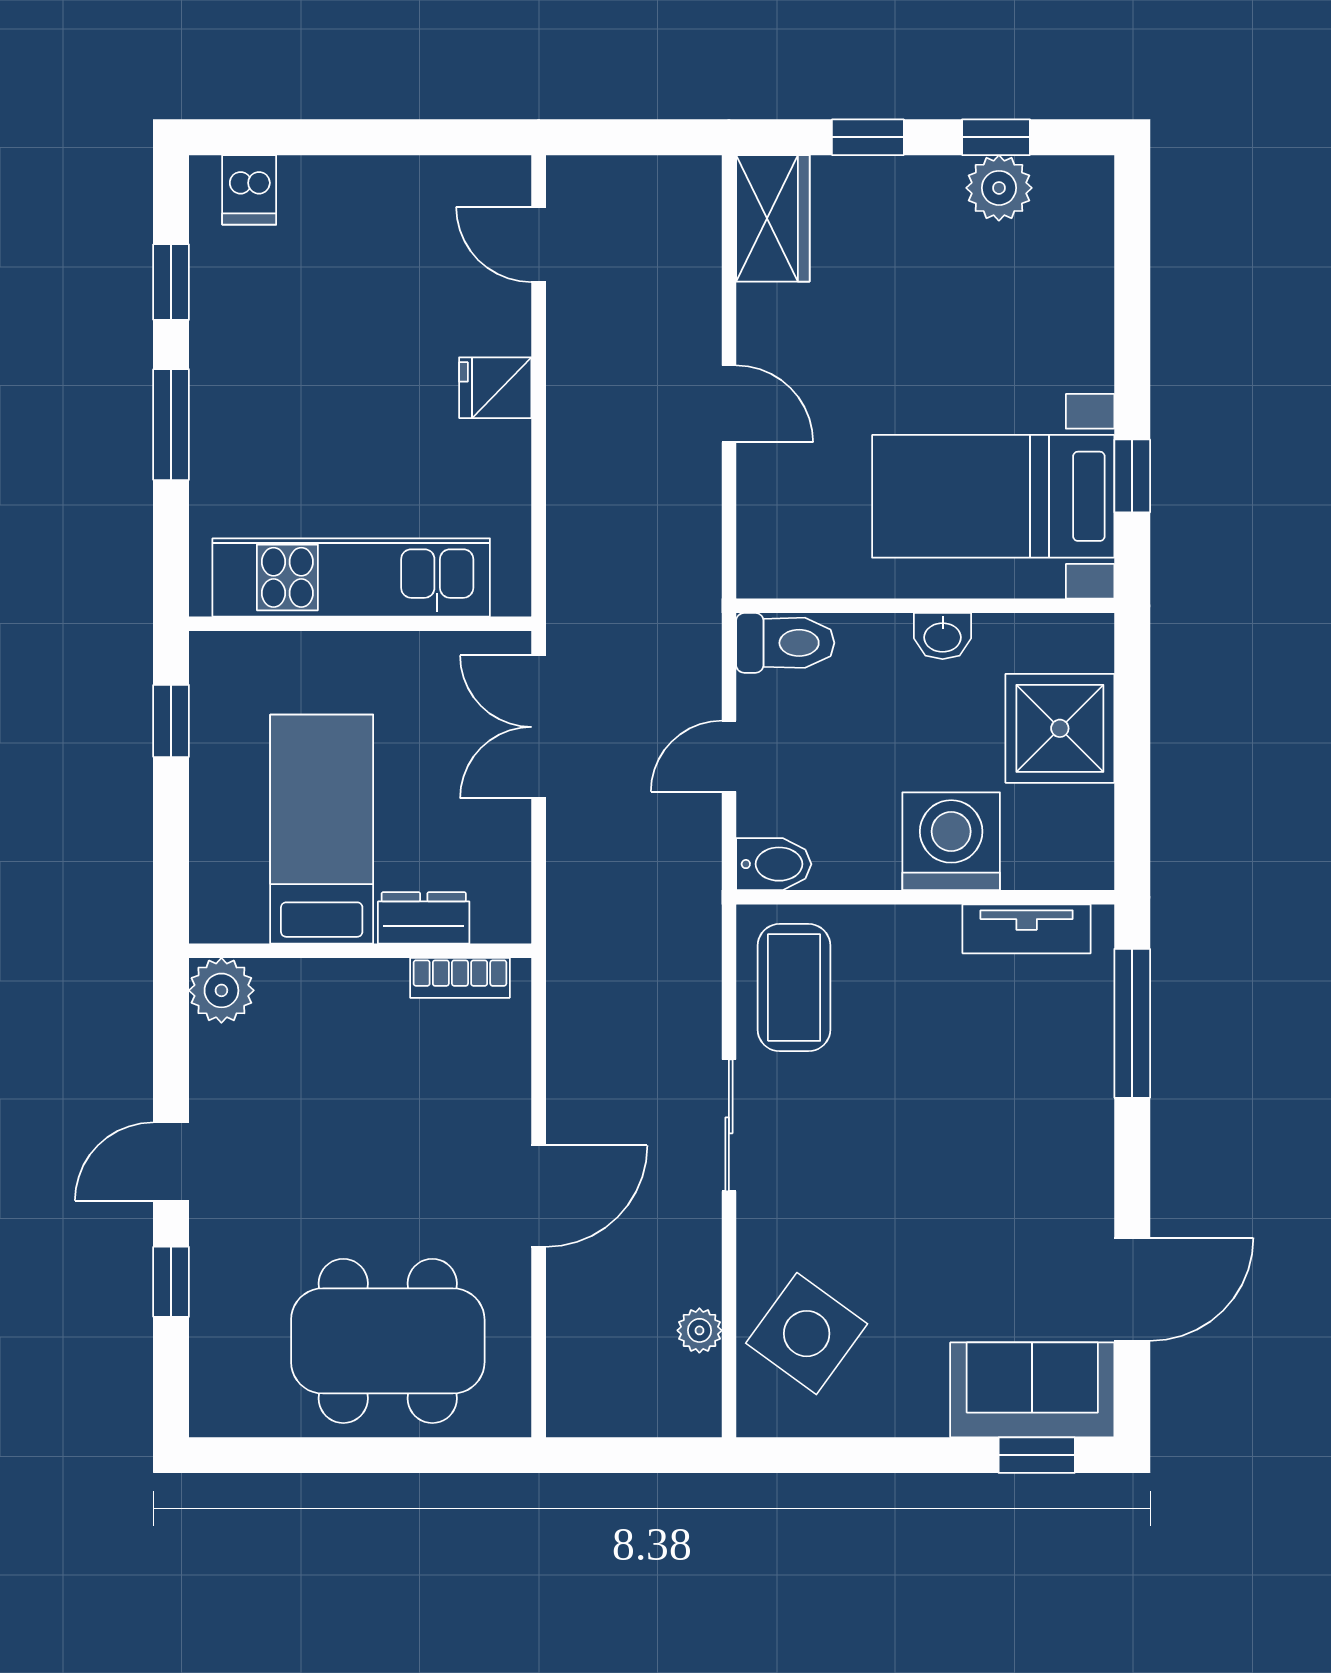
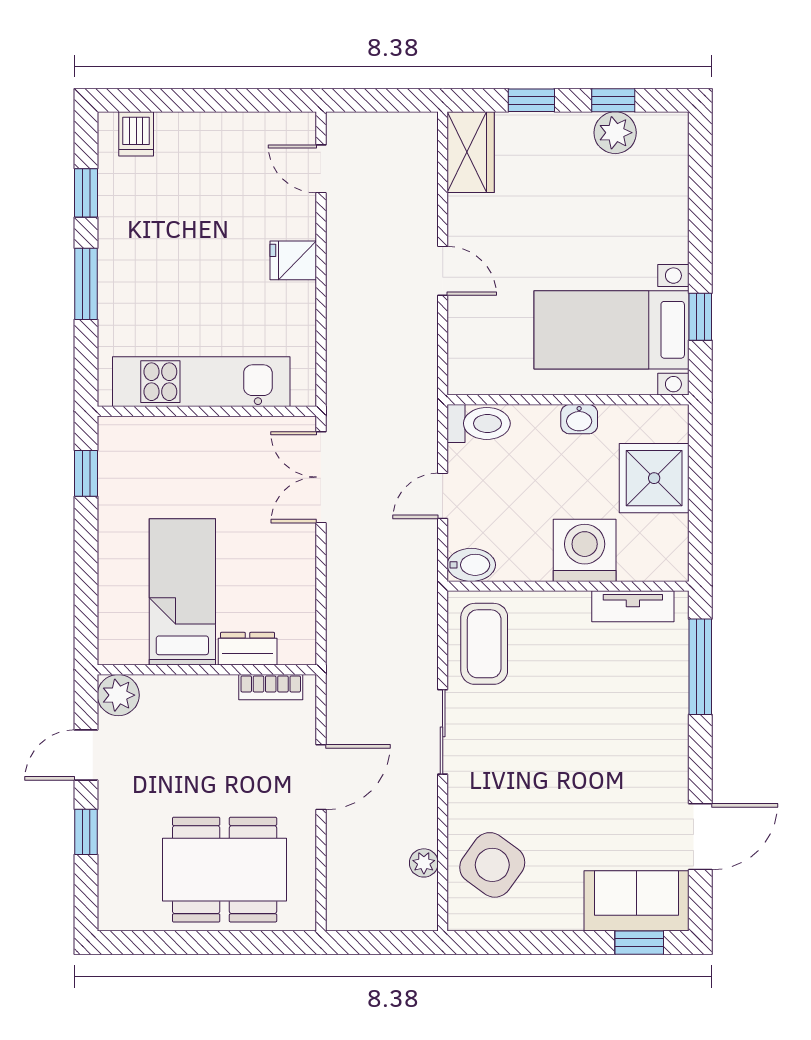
bed: (322, 829) -> (182, 592), moved
dresser: (424, 918) -> (248, 649), moved
wall: (360, 951) -> (207, 670), moved
bookcase: (460, 978) -> (271, 687), moved
plant: (221, 990) -> (118, 695), moved

